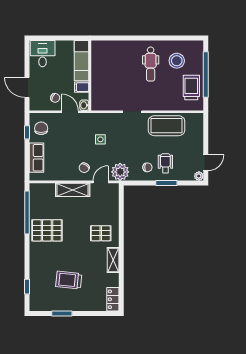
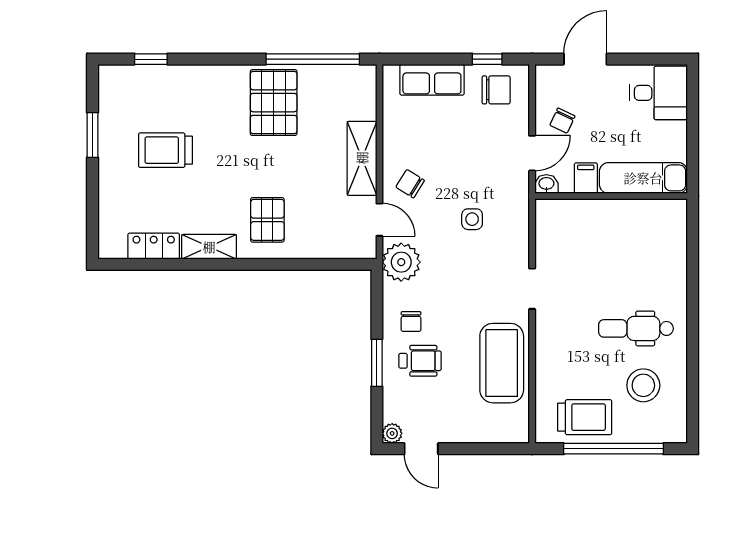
trolley: (69, 280) -> (165, 150), turned -96
locker: (113, 299) -> (154, 246), moved

